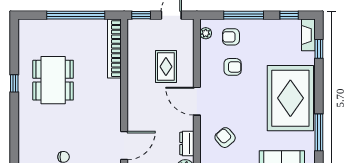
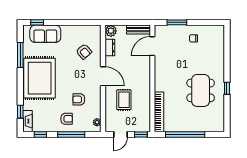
armchair: (231, 37) -> (67, 119), moved

